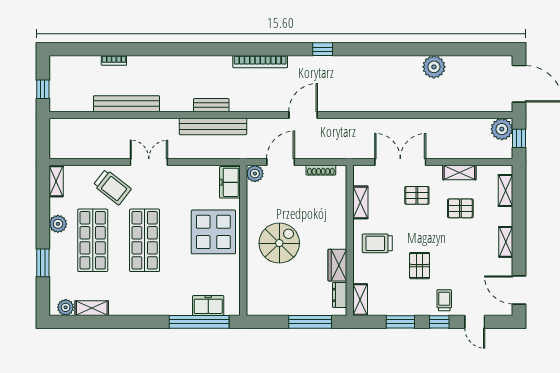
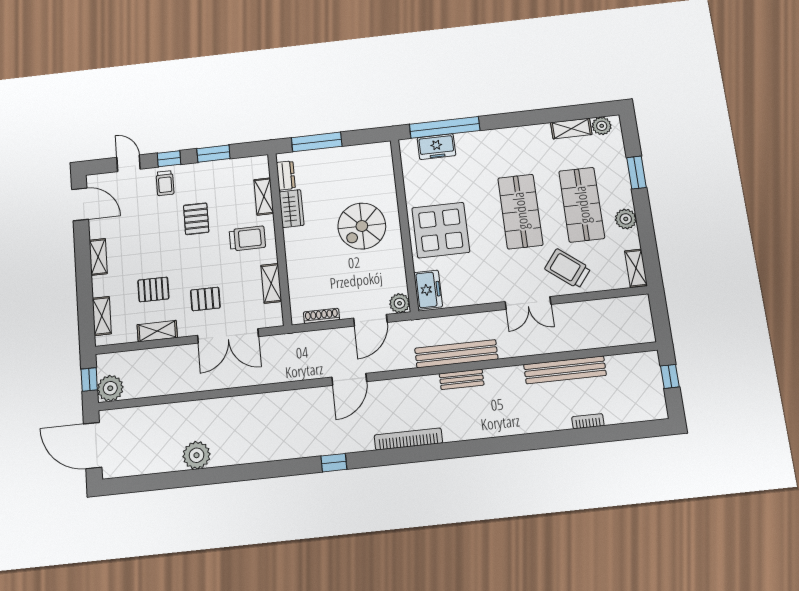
shelving: (360, 300) -> (264, 196), moved

